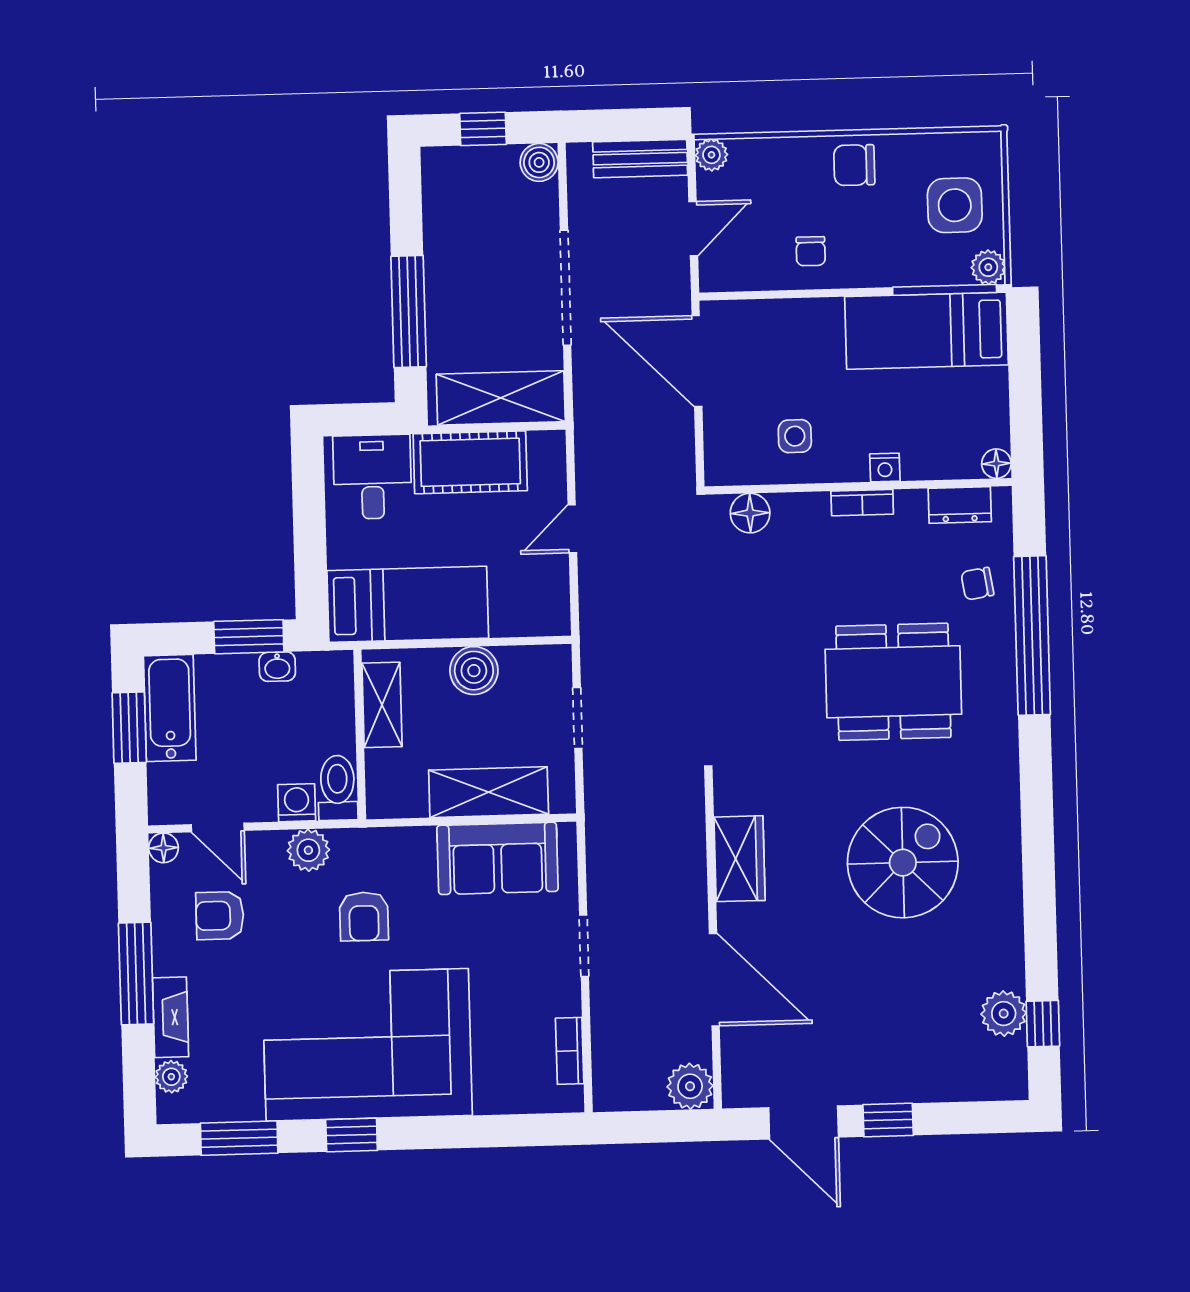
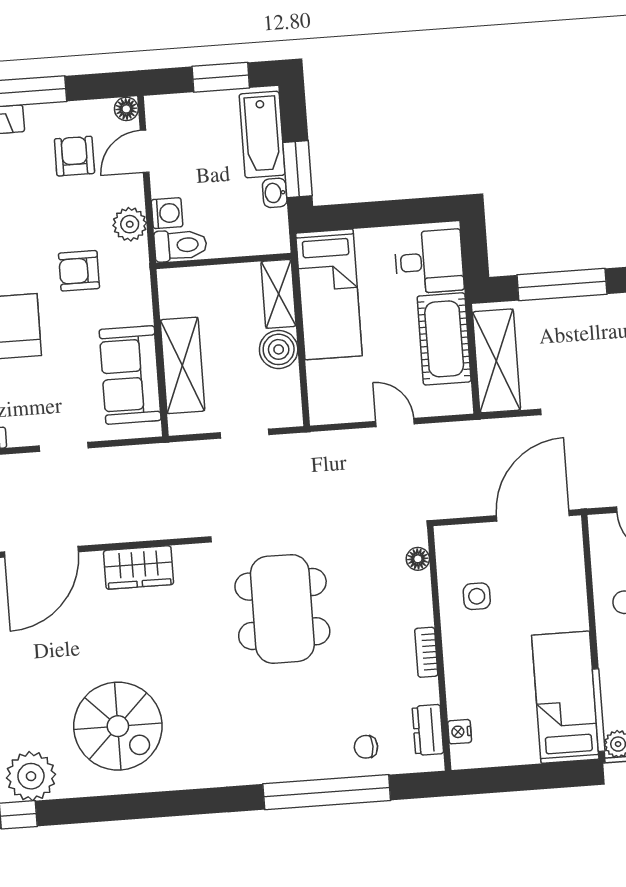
floor lamp: (996, 464) -> (462, 758), removed
nightstand: (885, 467) -> (460, 732), moved
floor lamp: (750, 513) -> (418, 559), width x0.73, depth x0.73
chair: (977, 584) -> (366, 747), turned -81
dining table: (893, 682) -> (282, 609), moved
shelving: (382, 705) -> (279, 294), moved, turned 90
bathtub: (170, 708) -> (262, 135), moved, turned 90
spiral stairs: (903, 863) -> (118, 726), moved
plant: (1004, 1014) -> (31, 776), width x1.36, depth x1.36

